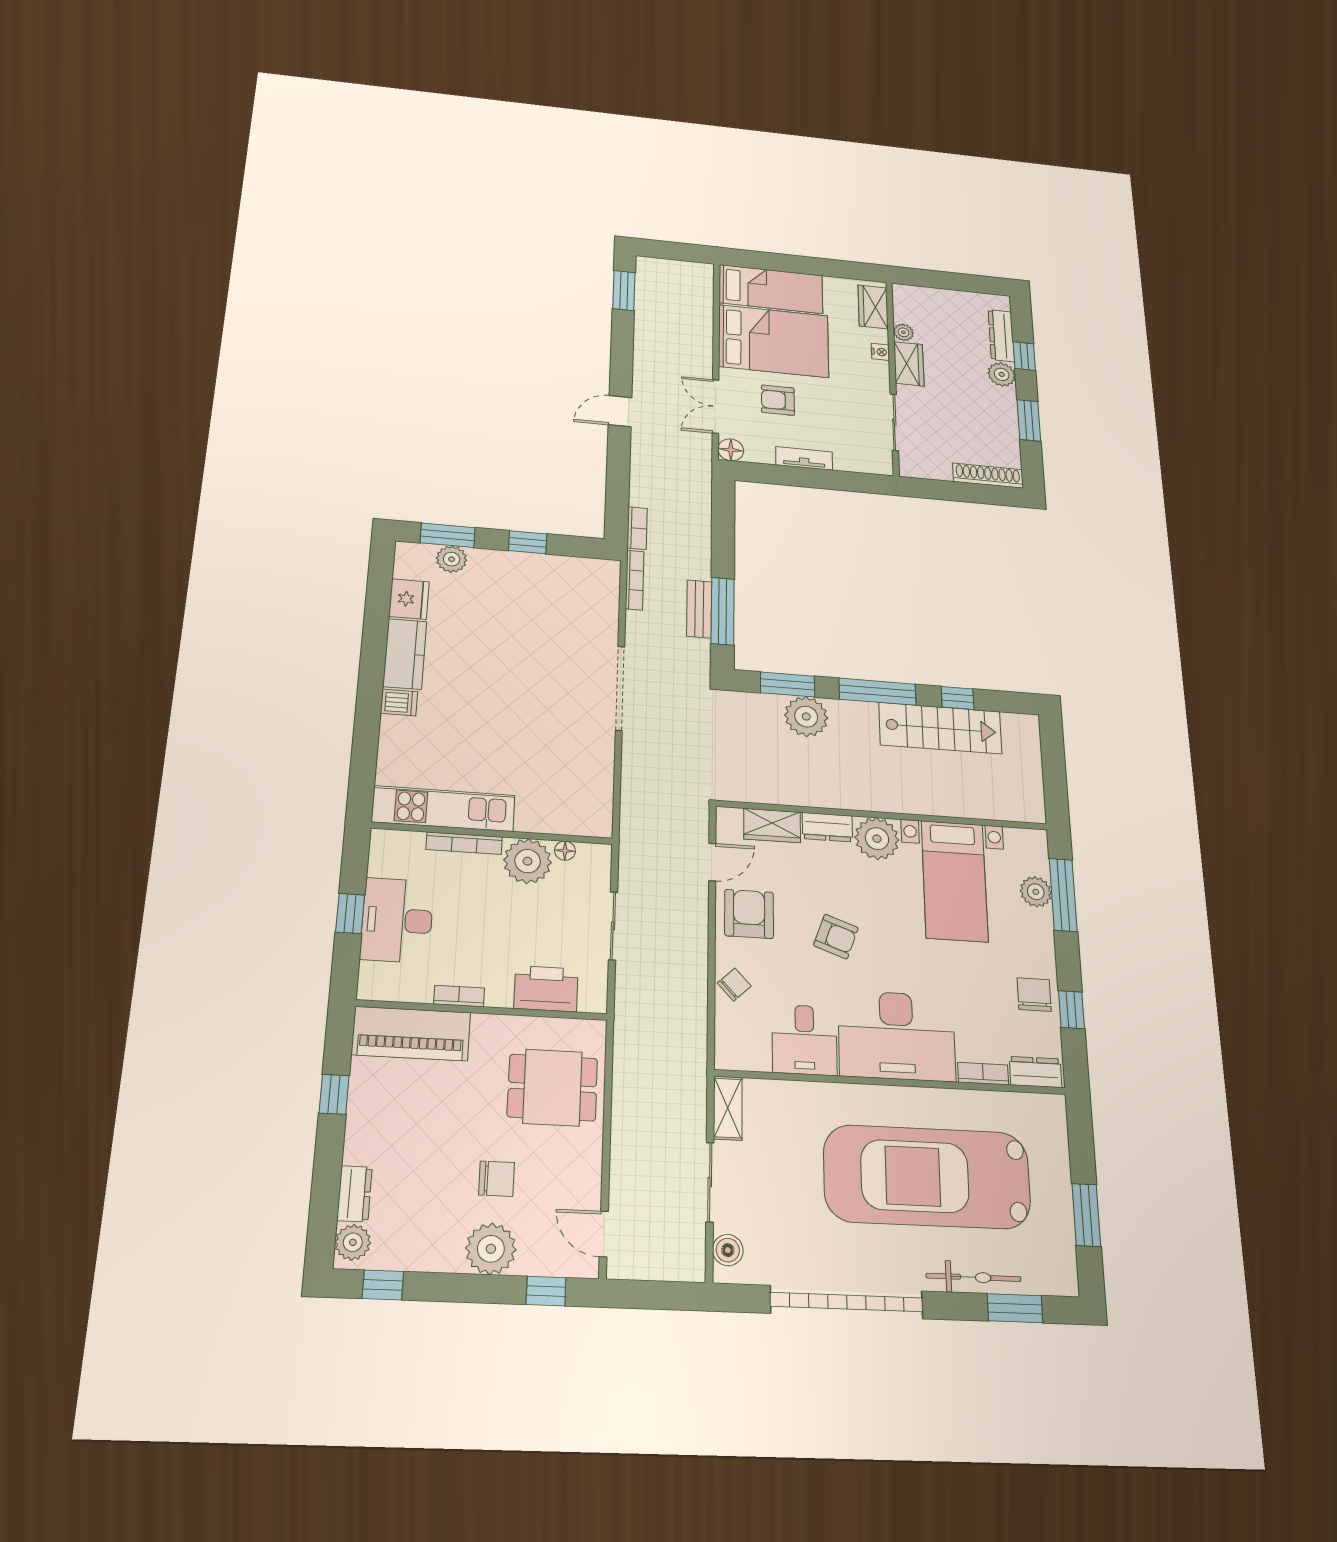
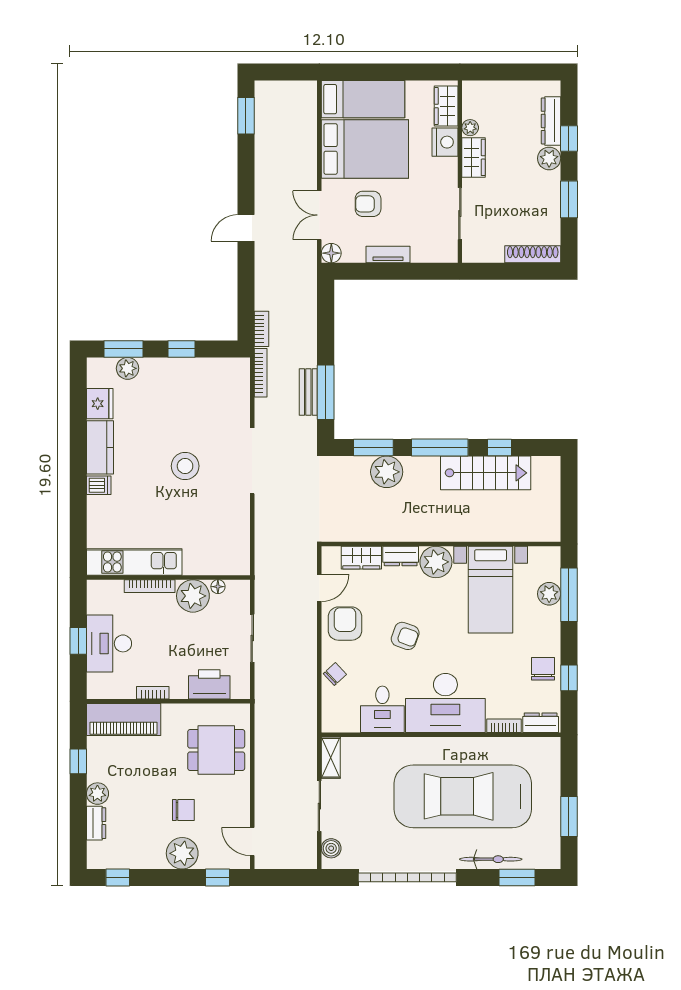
nightstand: (880, 352) -> (445, 142), width x1.89, depth x1.79
stool: (525, 687) -> (185, 466), added
plant: (353, 1242) -> (97, 794), moved

